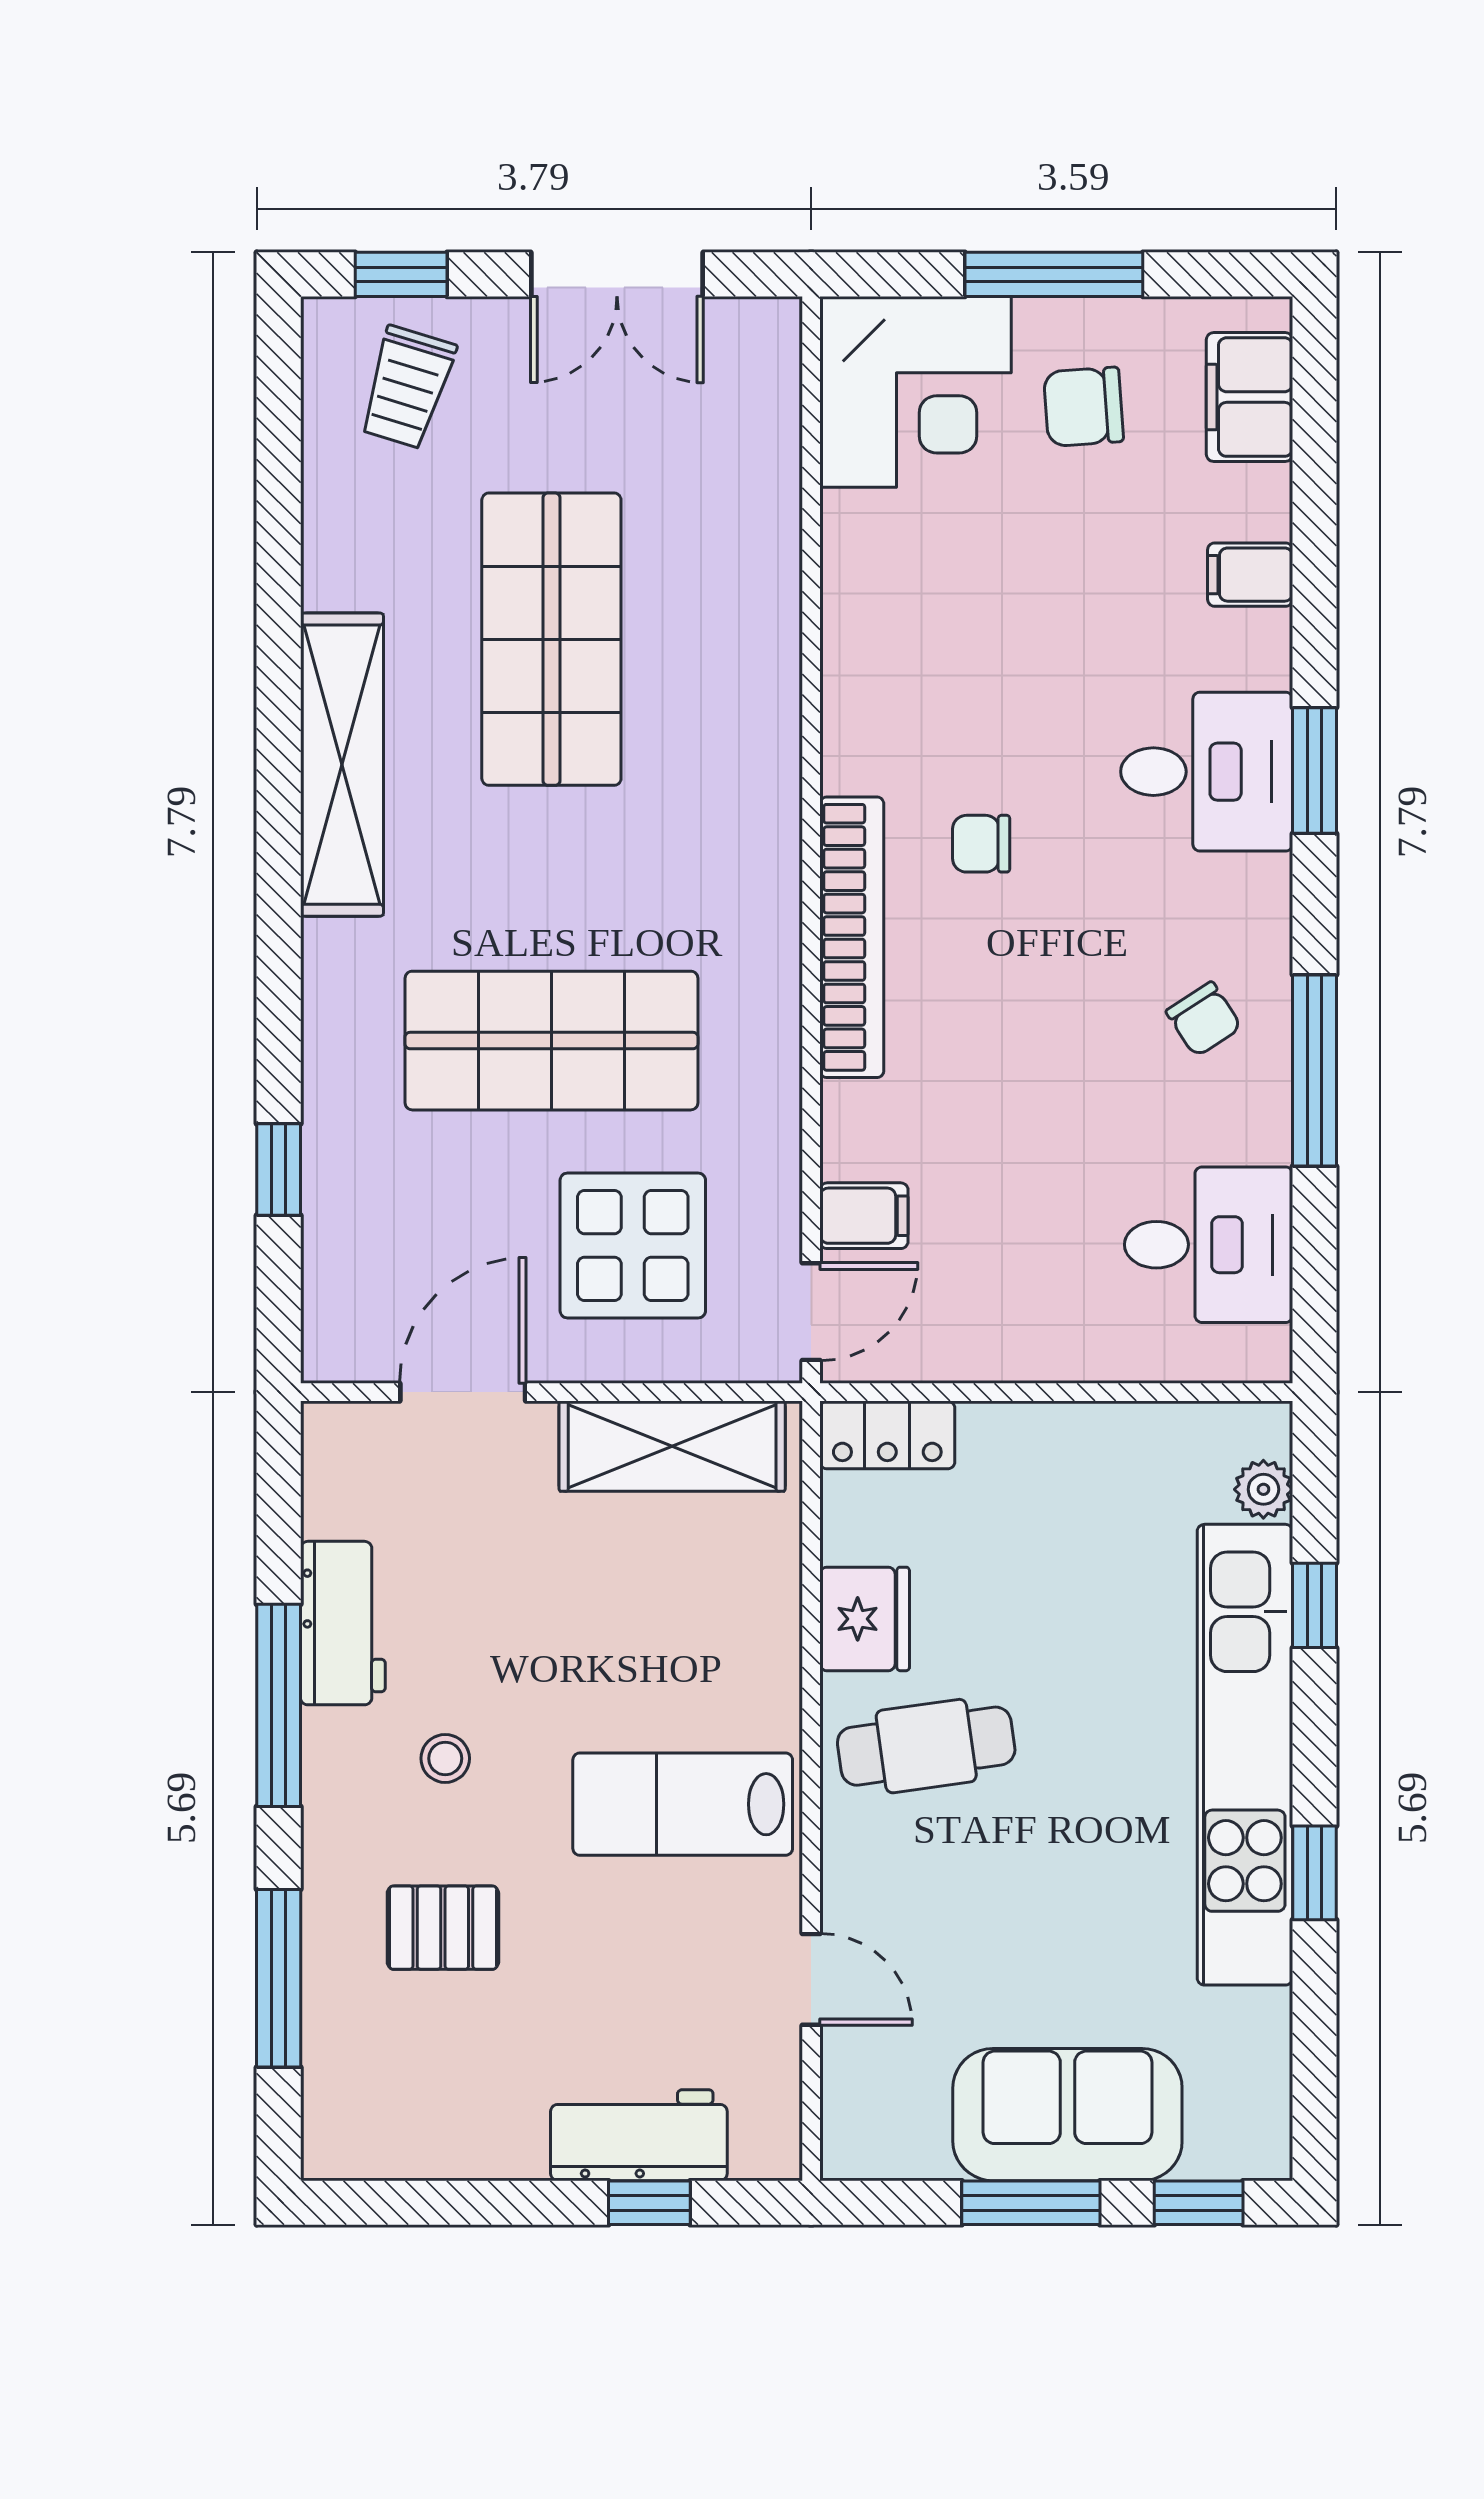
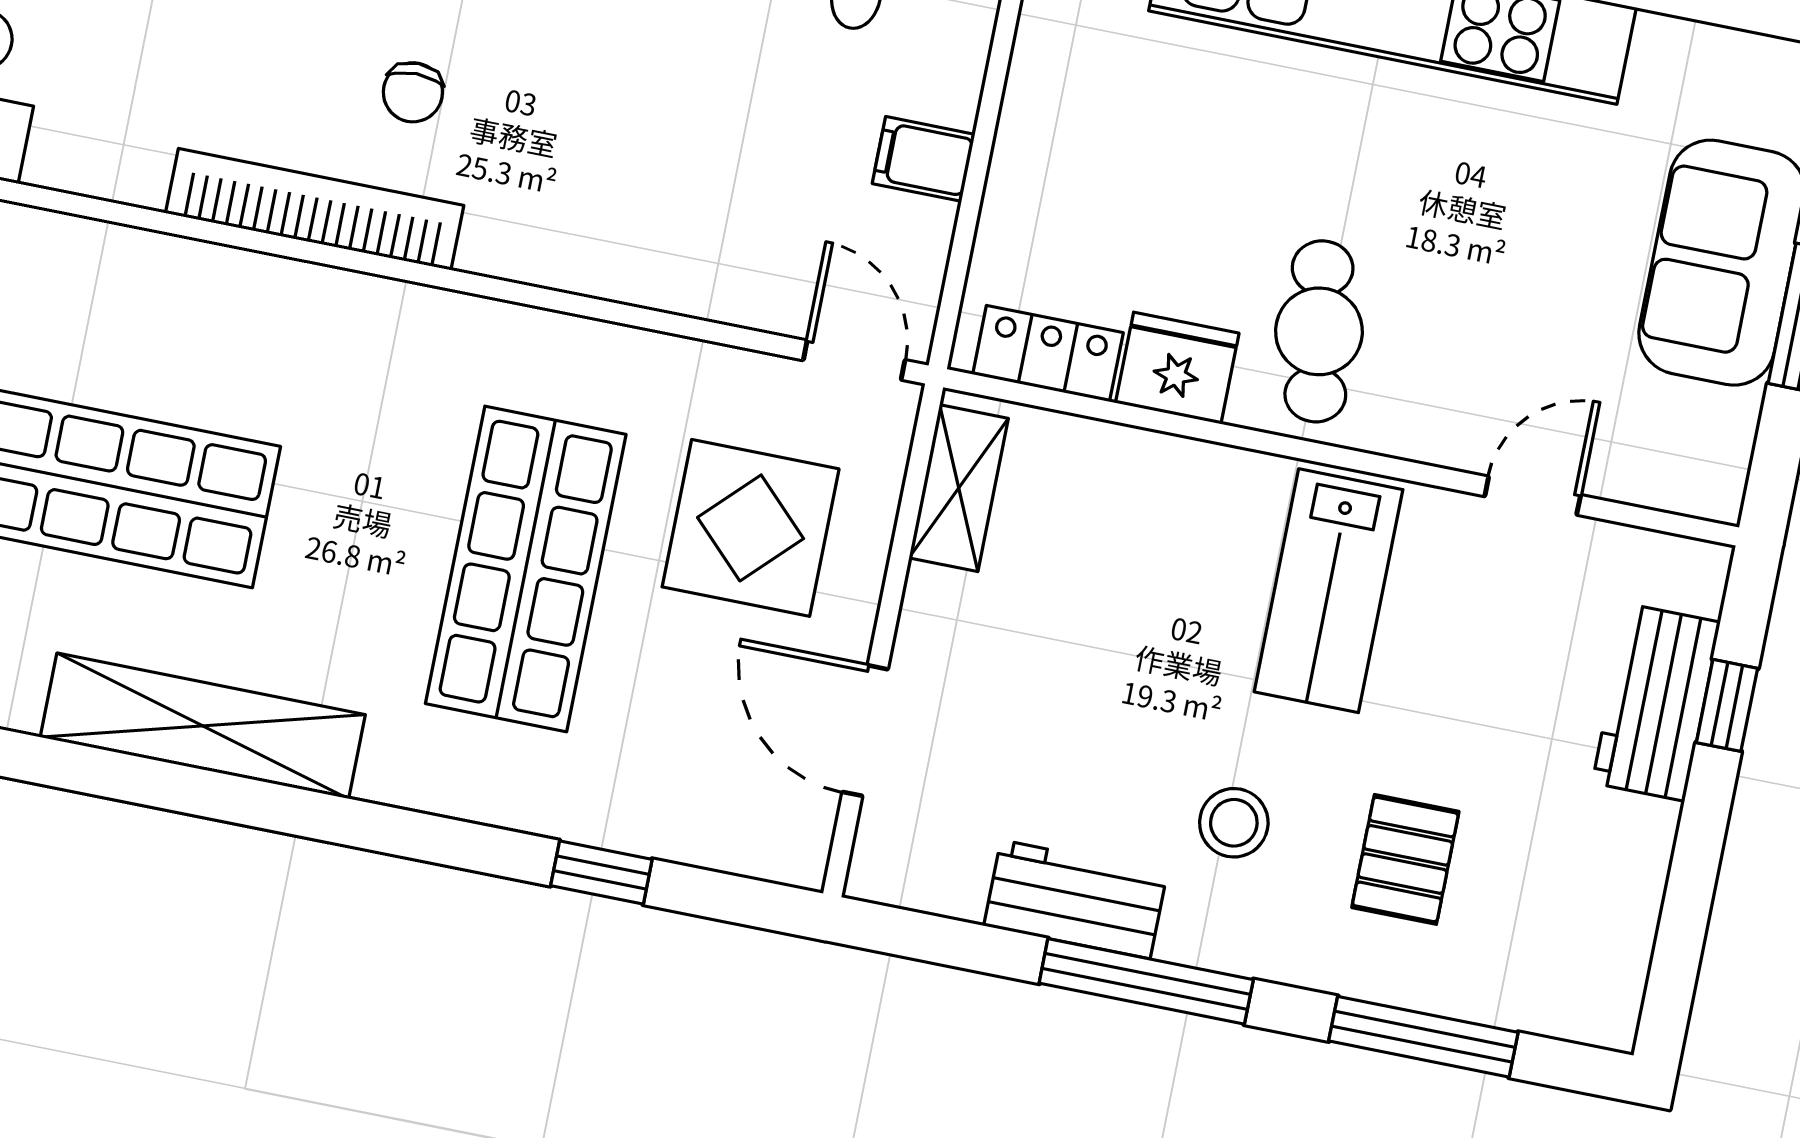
bookcase: (852, 937) -> (315, 209), moved
filing cabinet: (864, 1216) -> (924, 159), moved, turned -90
locker: (887, 1435) -> (1048, 354), moved, turned -90
shelving: (672, 1446) -> (959, 488), width x0.67, depth x0.75
stool: (445, 1758) -> (1234, 823), width x1.37, depth x1.37

